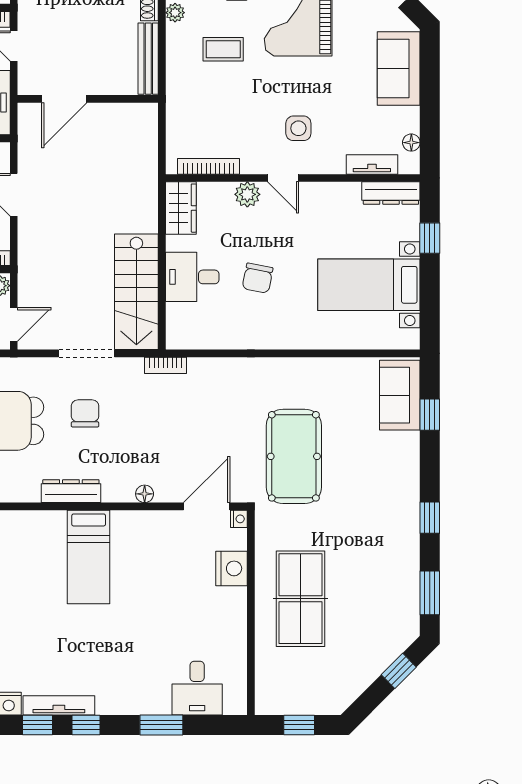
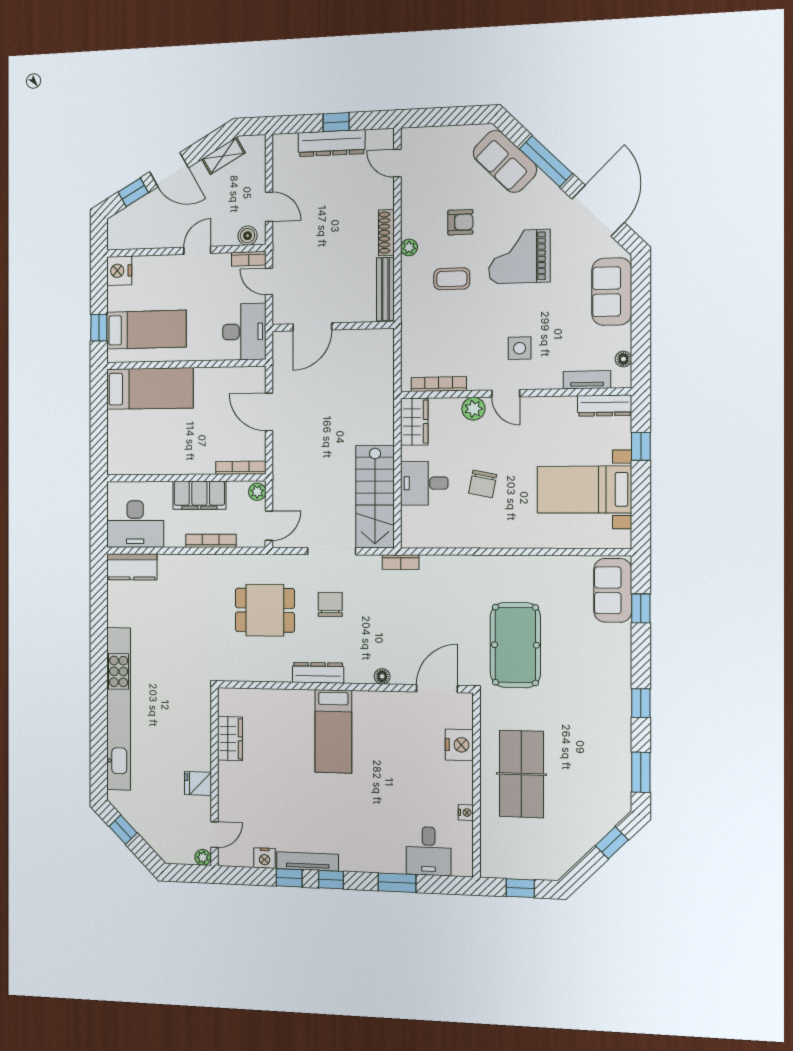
nightstand: (239, 519) -> (466, 813), moved

